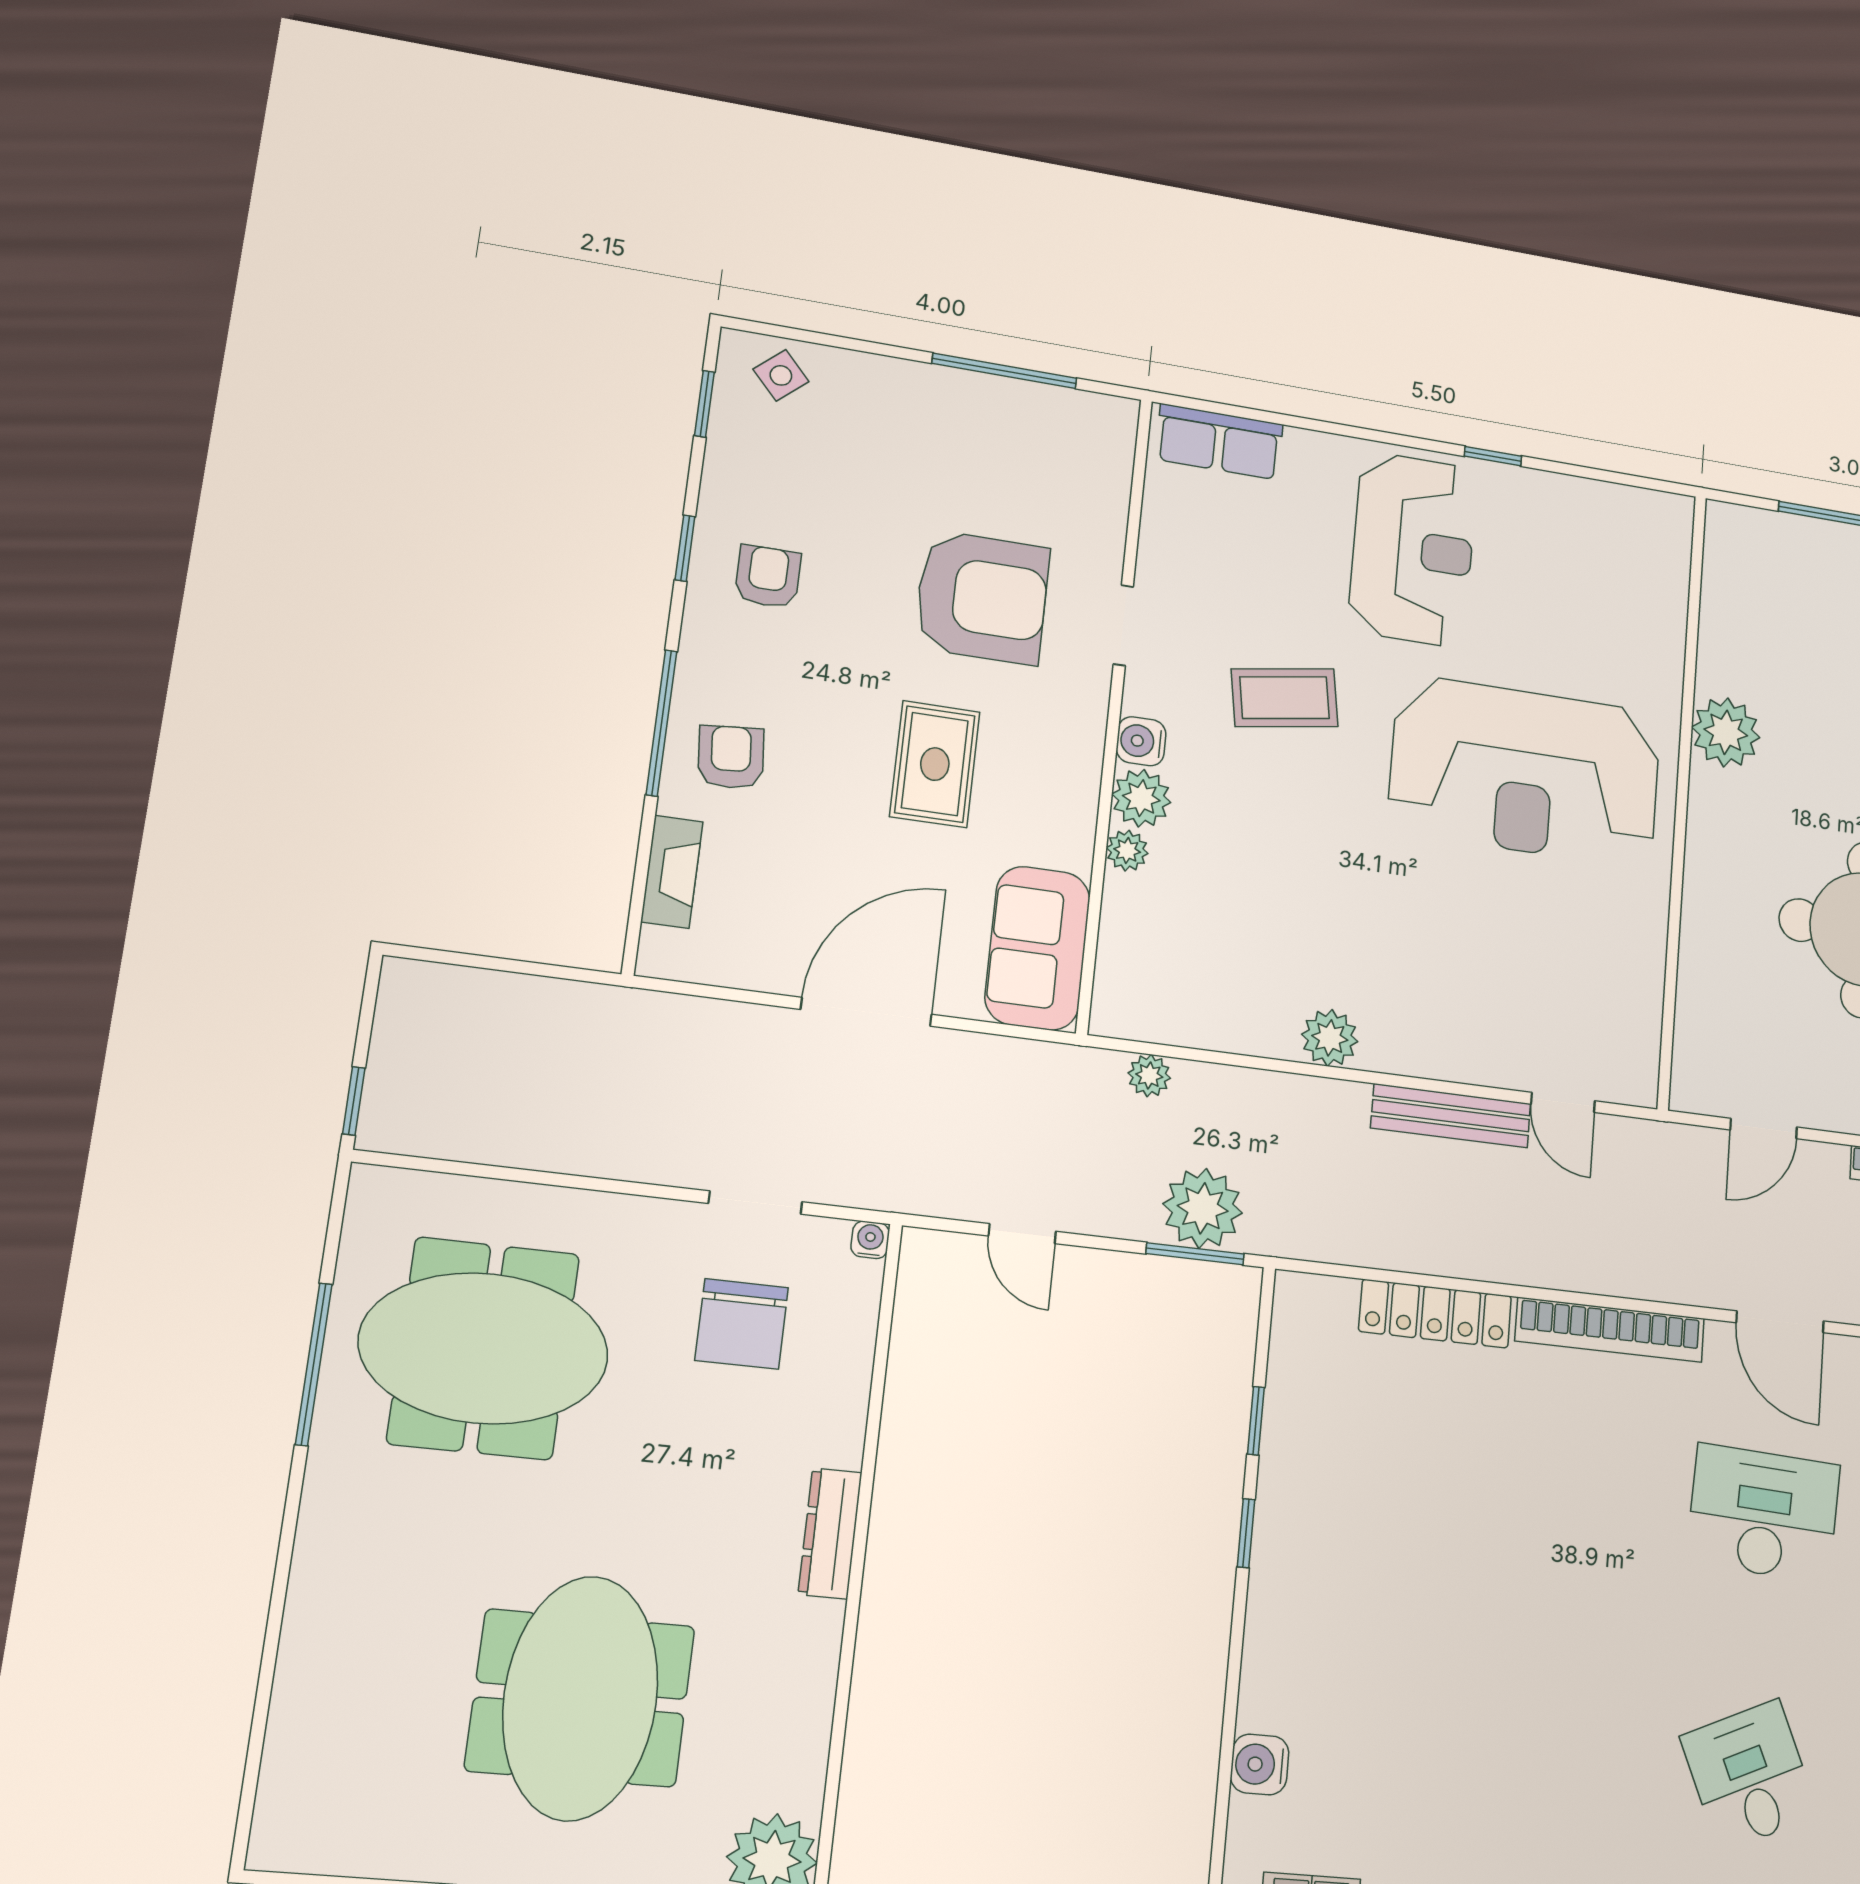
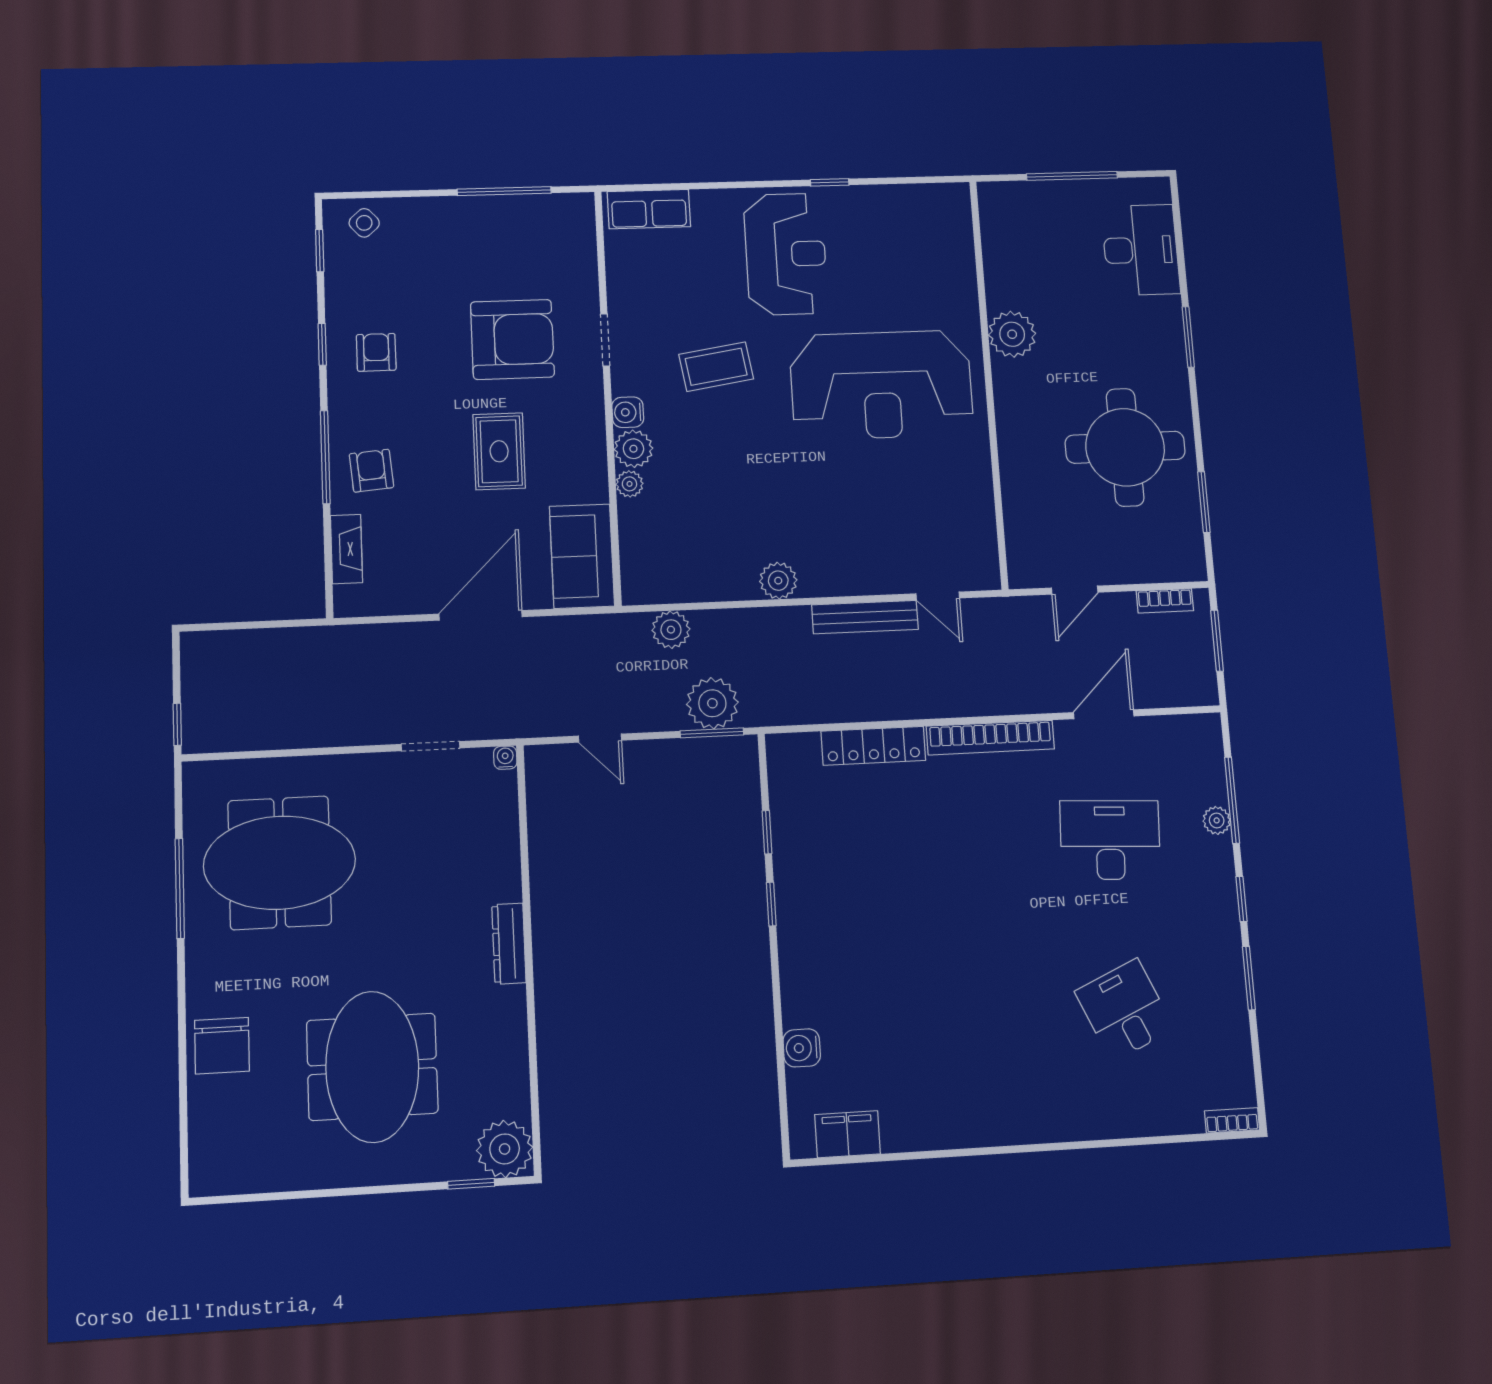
plant: (1149, 1076) -> (671, 630), width x1.38, depth x1.38
door: (1780, 1322) -> (1104, 714), swing flipped
chair: (742, 1324) -> (222, 1046), moved

